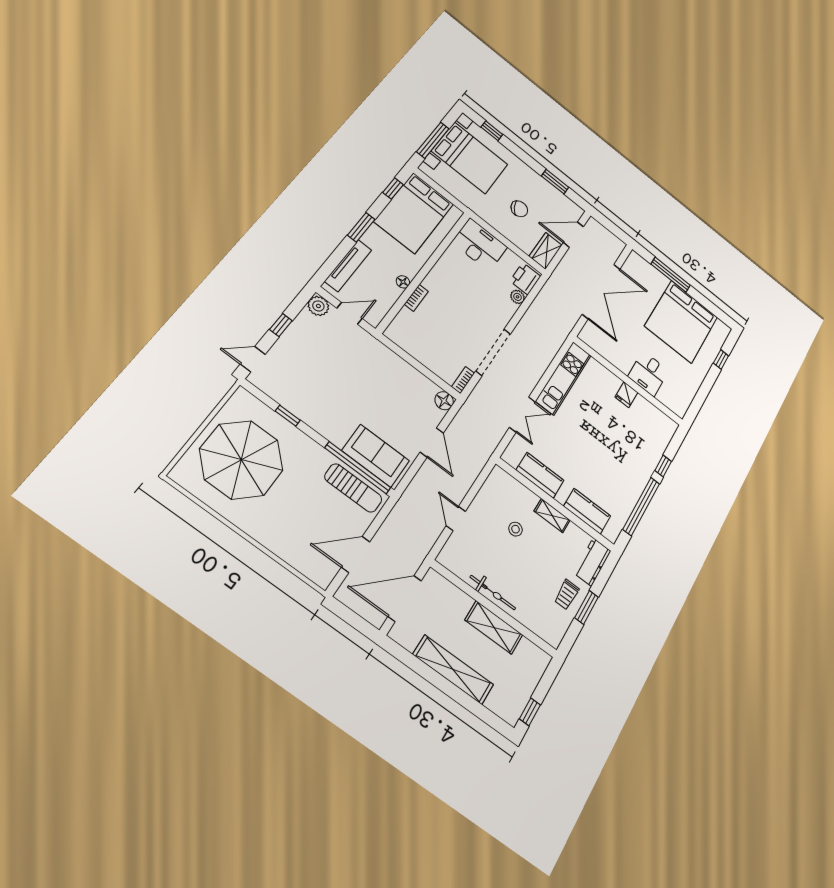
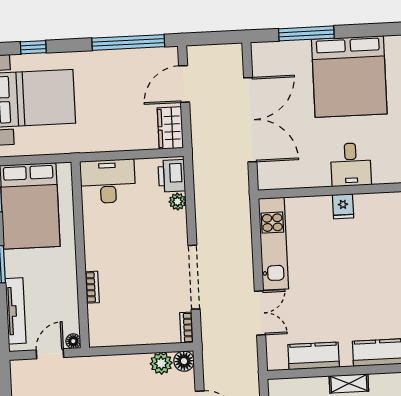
window: (555, 182) -> (128, 42), width x2.11
chair: (519, 209) -> (116, 107), removed
floor lamp: (403, 282) -> (73, 341), moved
plant: (318, 306) -> (161, 363), moved

